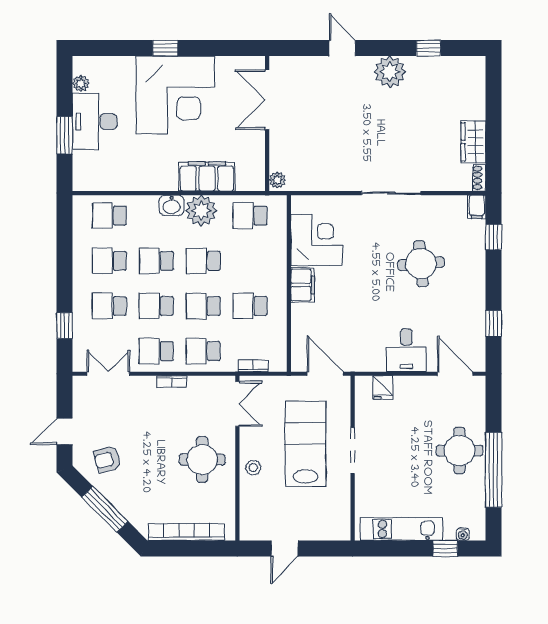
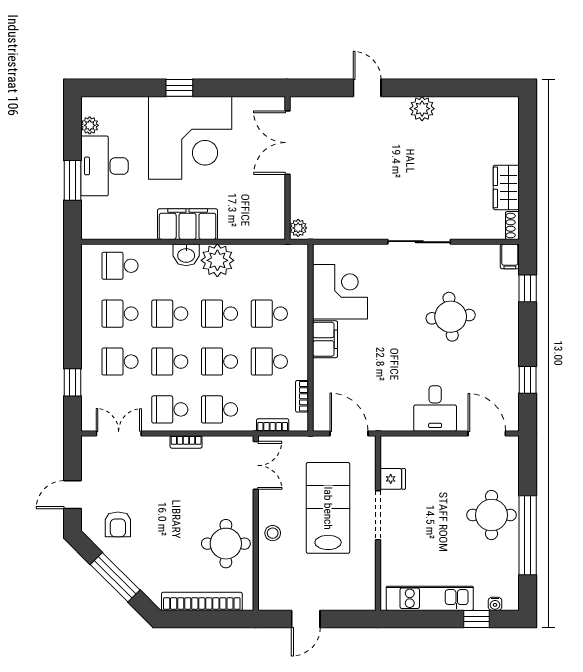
window: (429, 48) -> (459, 88), removed
plant: (390, 72) -> (422, 109), width x0.73, depth x0.73
filing cabinet: (207, 176) -> (188, 224), moved
school desk: (250, 216) -> (269, 314), moved
bookcase: (281, 339) -> (302, 396), added
fridge: (383, 388) -> (393, 479), moved, turned -90
armchair: (107, 459) -> (118, 524), turned -75
round table: (202, 460) -> (226, 544), moved

